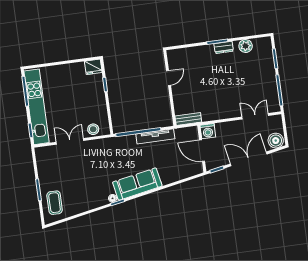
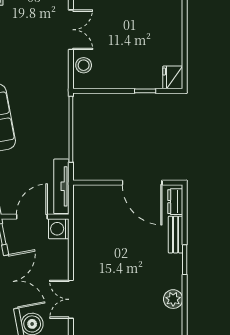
dresser: (224, 47) -> (175, 202), moved
door: (168, 78) -> (142, 183), width x1.88
double door: (255, 116) -> (71, 299), swing flipped
bench: (188, 119) -> (176, 235), moved
tv unit: (155, 136) -> (61, 186), moved

